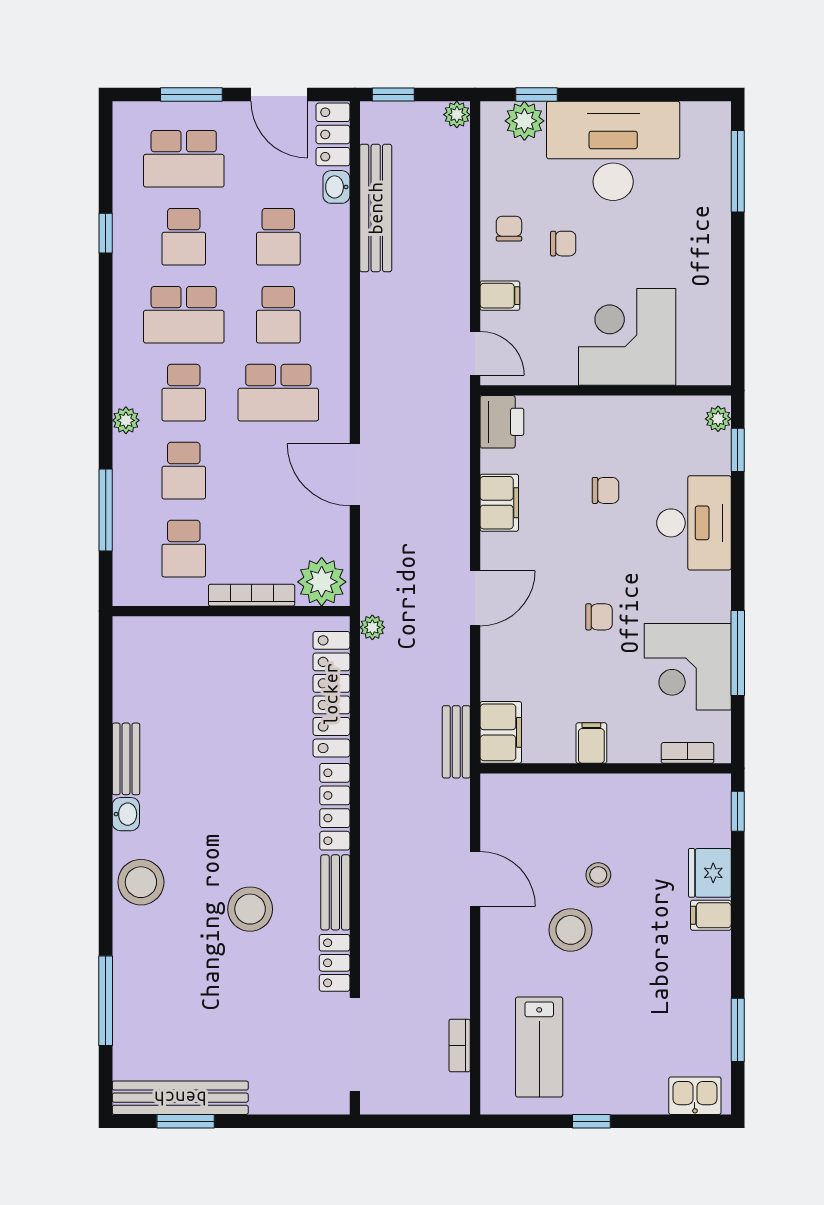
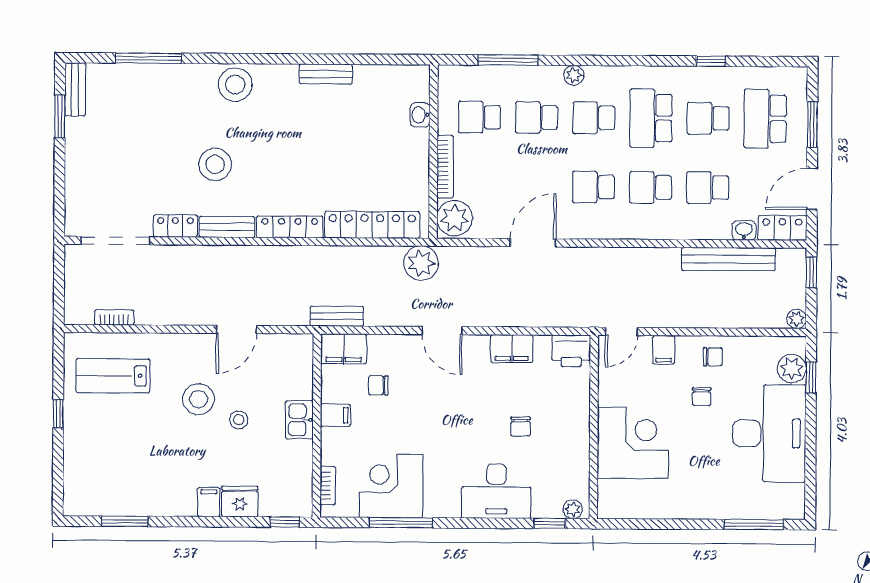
school desk: (278, 393) -> (593, 187), width x0.54
chair: (599, 617) -> (378, 385), moved, turned 90
plant: (372, 627) -> (421, 263), width x1.87, depth x1.87
washbasin: (126, 814) -> (420, 115), moved, turned 90
kitchen sink: (695, 1096) -> (299, 420), moved, turned 180
bench: (180, 1098) -> (75, 89), width x0.54, depth x0.82

